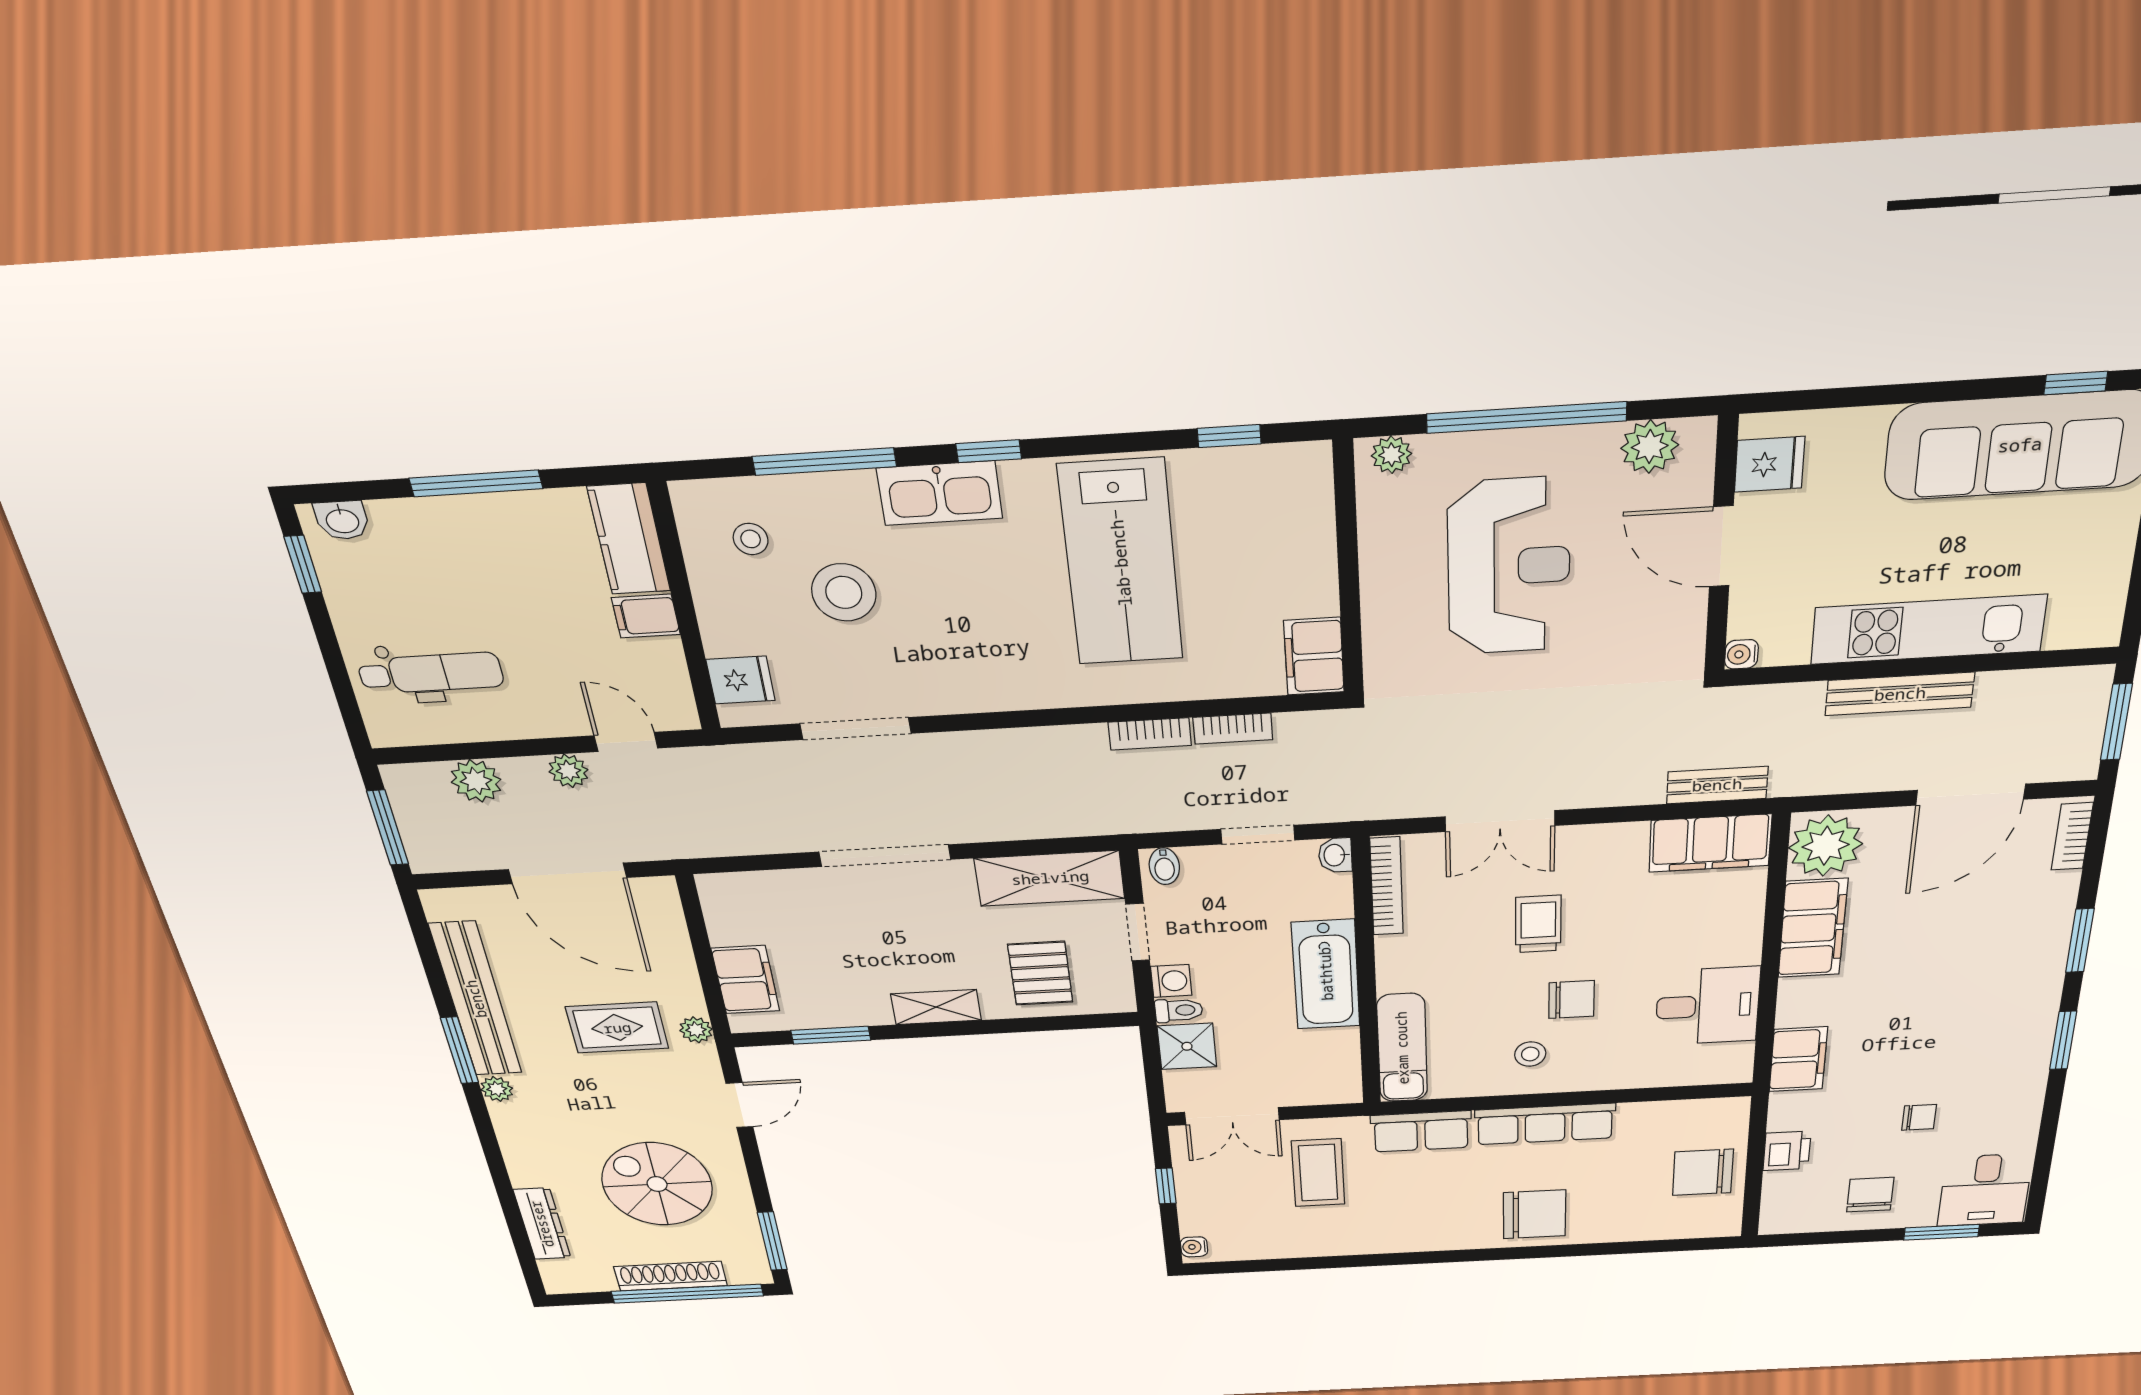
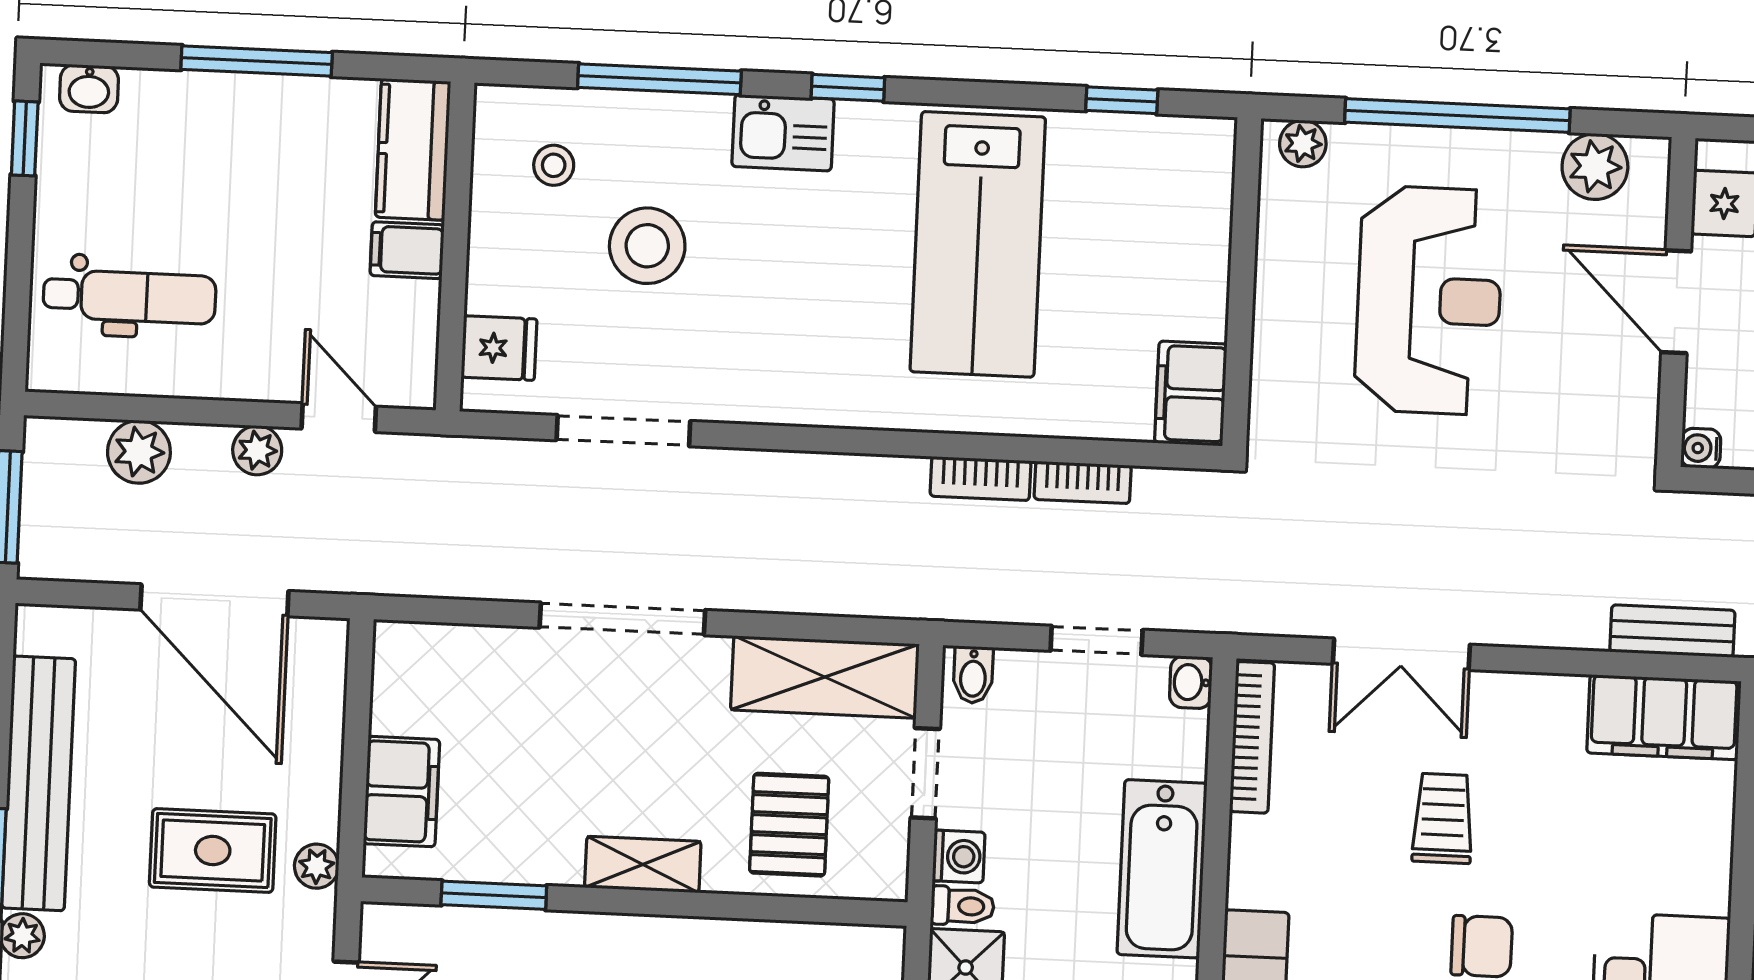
kitchen sink: (940, 493) -> (783, 133), width x0.73

